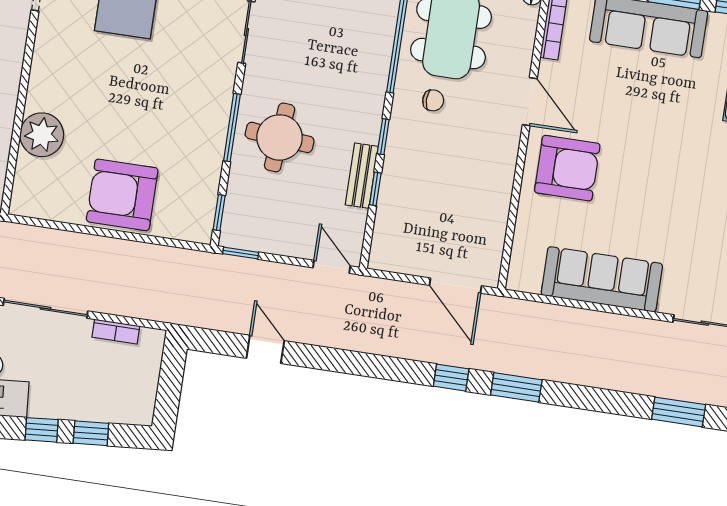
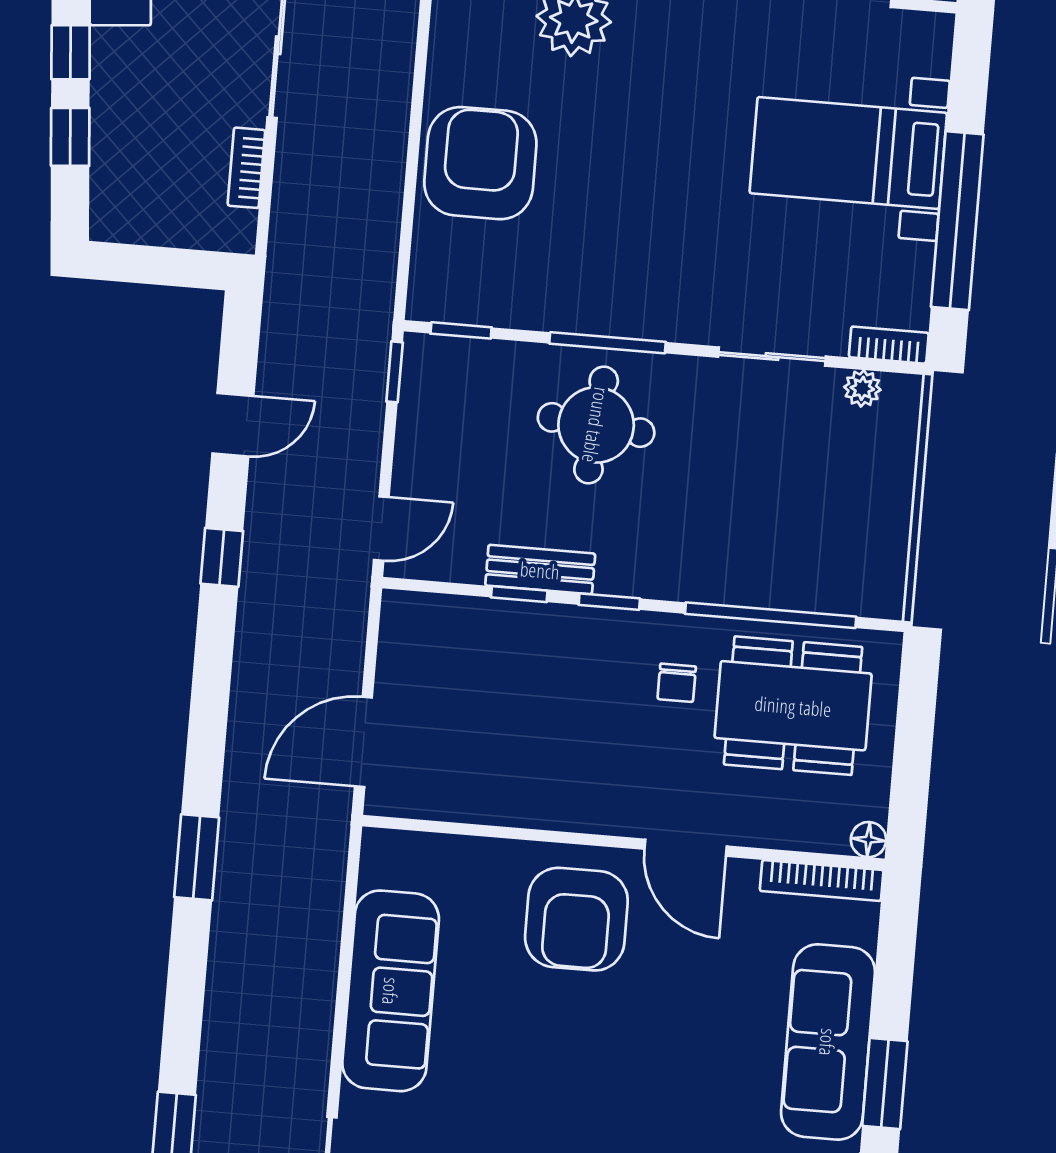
door: (530, 102) -> (686, 848), hinge flipped
window: (451, 378) -> (222, 557), moved

